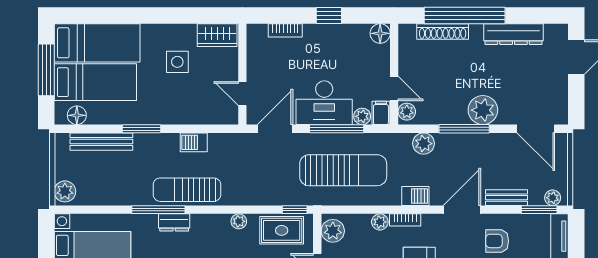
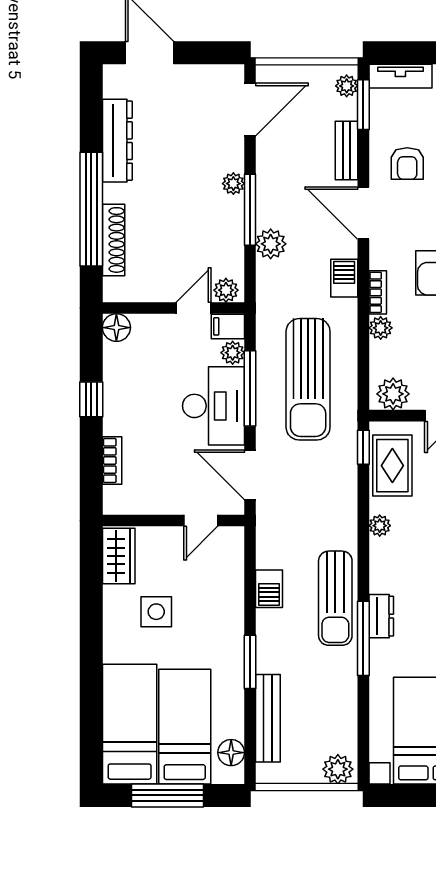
plant: (483, 110) -> (233, 184), width x0.53, depth x0.53
plant: (423, 144) -> (271, 244), moved
sun lounger: (343, 170) -> (308, 379), turned 180

